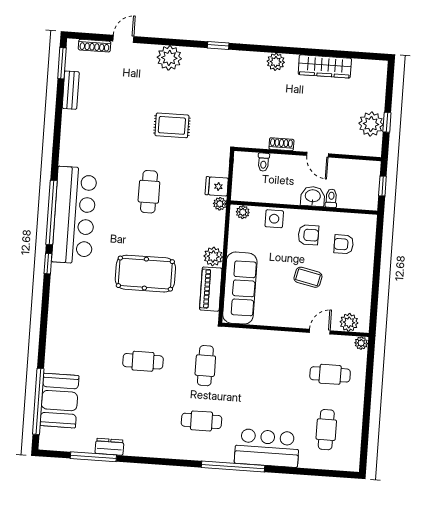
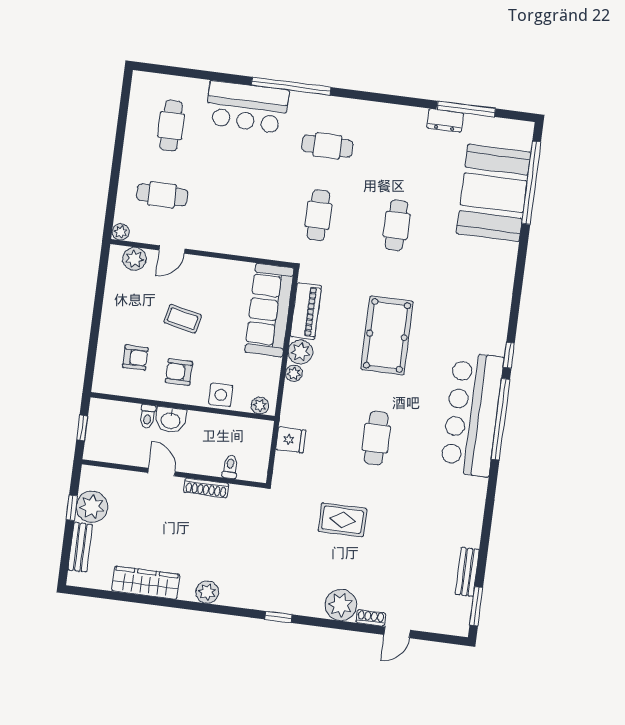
shoe rack: (95, 46) -> (371, 618), moved, width x0.70
bench: (378, 91) -> (80, 547), added
shoe rack: (281, 144) -> (206, 488), width x1.43
plant: (220, 204) -> (294, 373), moved
pool table: (145, 274) -> (387, 335), turned 90
cafe table: (143, 361) -> (397, 225), turned 90
booth: (59, 401) -> (494, 193), width x1.36, depth x1.42

